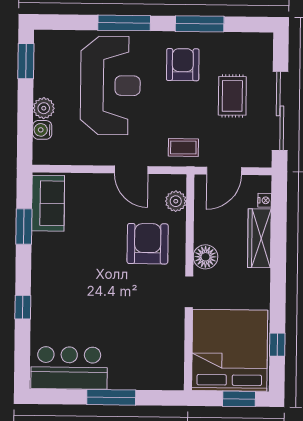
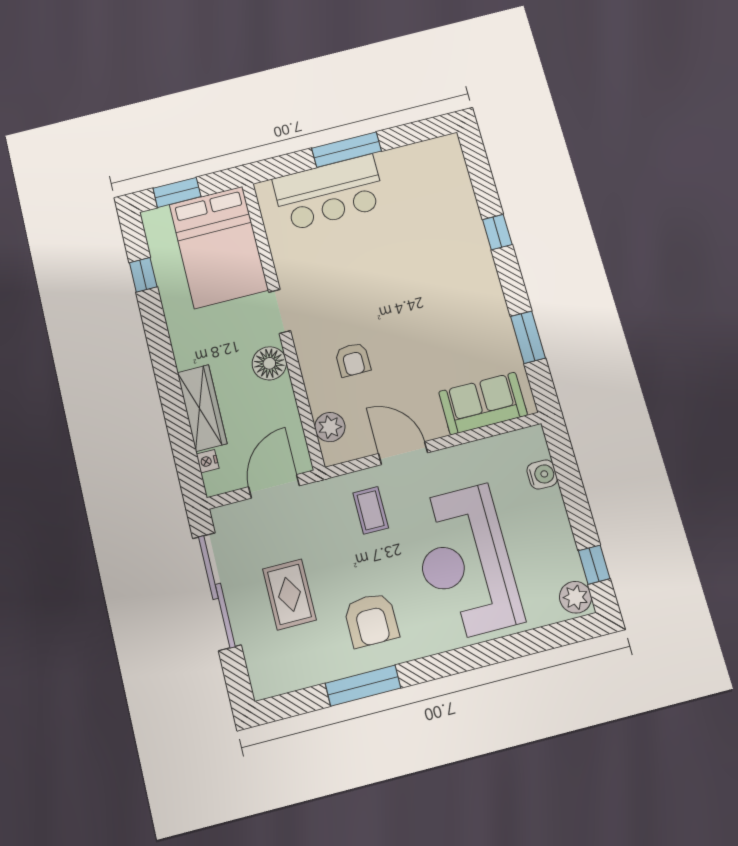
window: (124, 23) -> (471, 657), removed
window: (26, 61) -> (594, 565), width x0.67
plant: (44, 108) -> (575, 597), moved
coffee table: (183, 148) -> (371, 510), moved, turned 90
sofa: (48, 203) -> (483, 403), moved, turned 90
armchair: (148, 244) -> (353, 360), width x0.53, depth x0.53
bed: (230, 350) -> (219, 247), width x0.73
bar counter: (69, 368) -> (329, 193), moved

